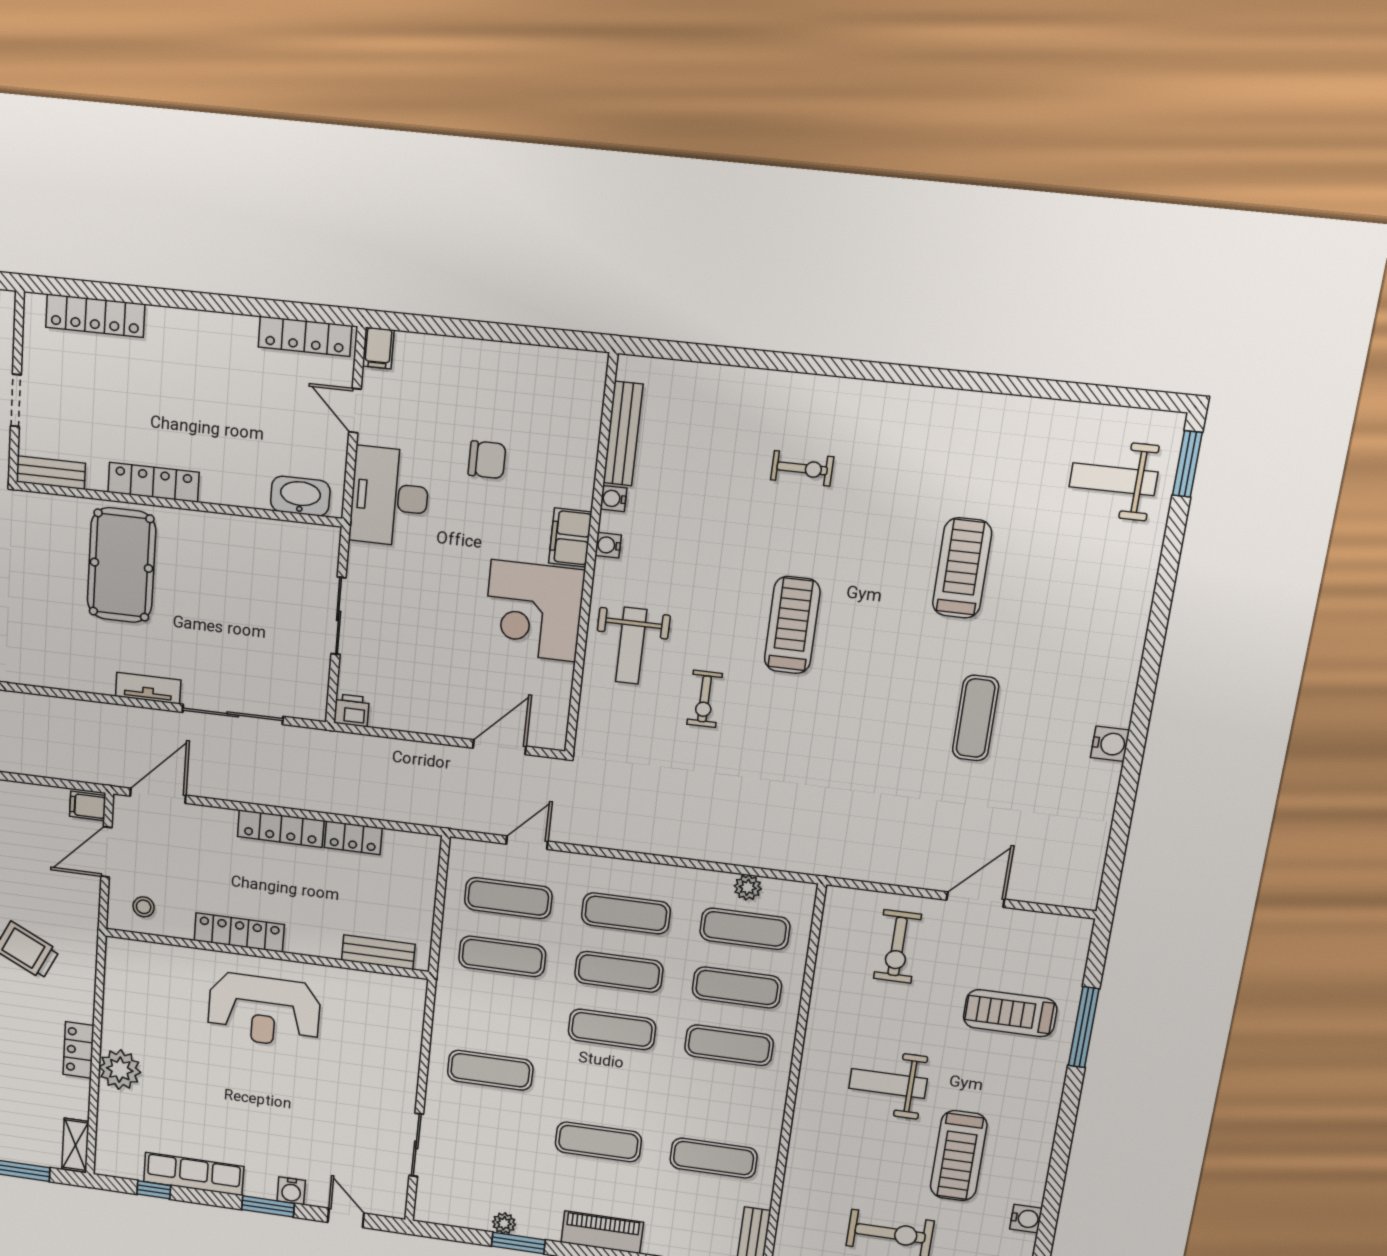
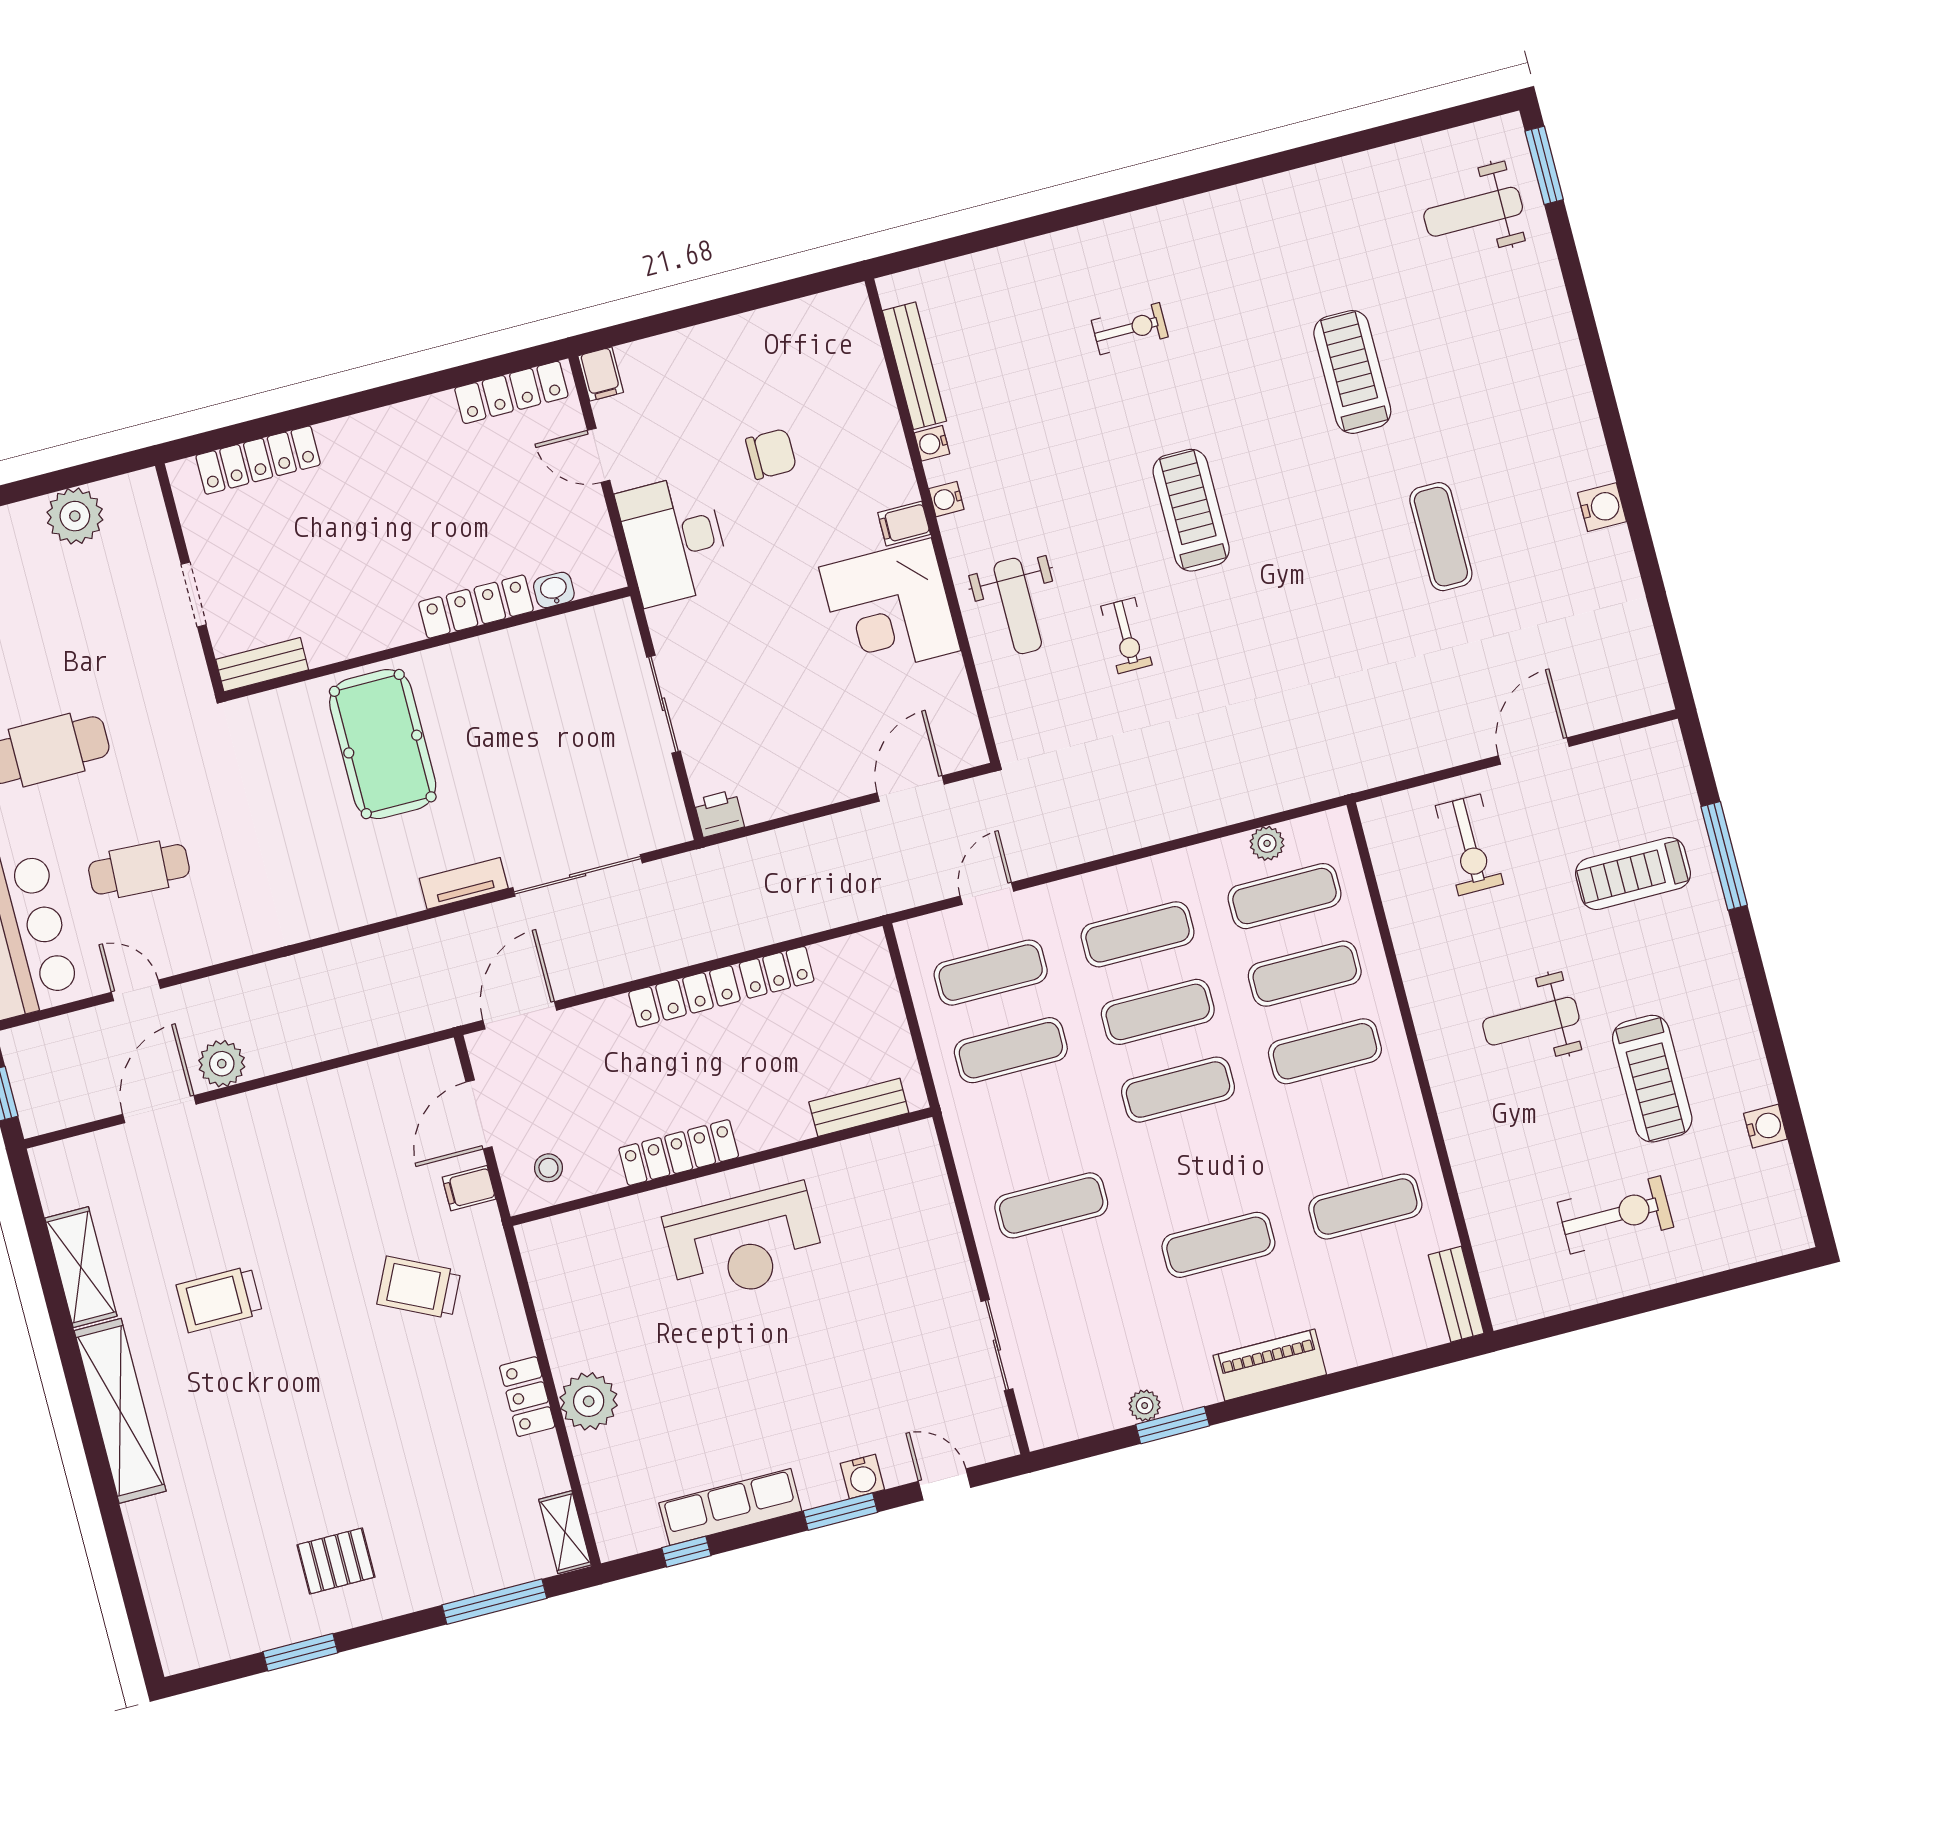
locker: (153, 482) -> (476, 607), moved
washbasin: (300, 496) -> (554, 590), width x0.52, depth x0.69
filing cabinet: (570, 538) -> (904, 524), width x0.50
filing cabinet: (88, 806) -> (469, 1188), moved

